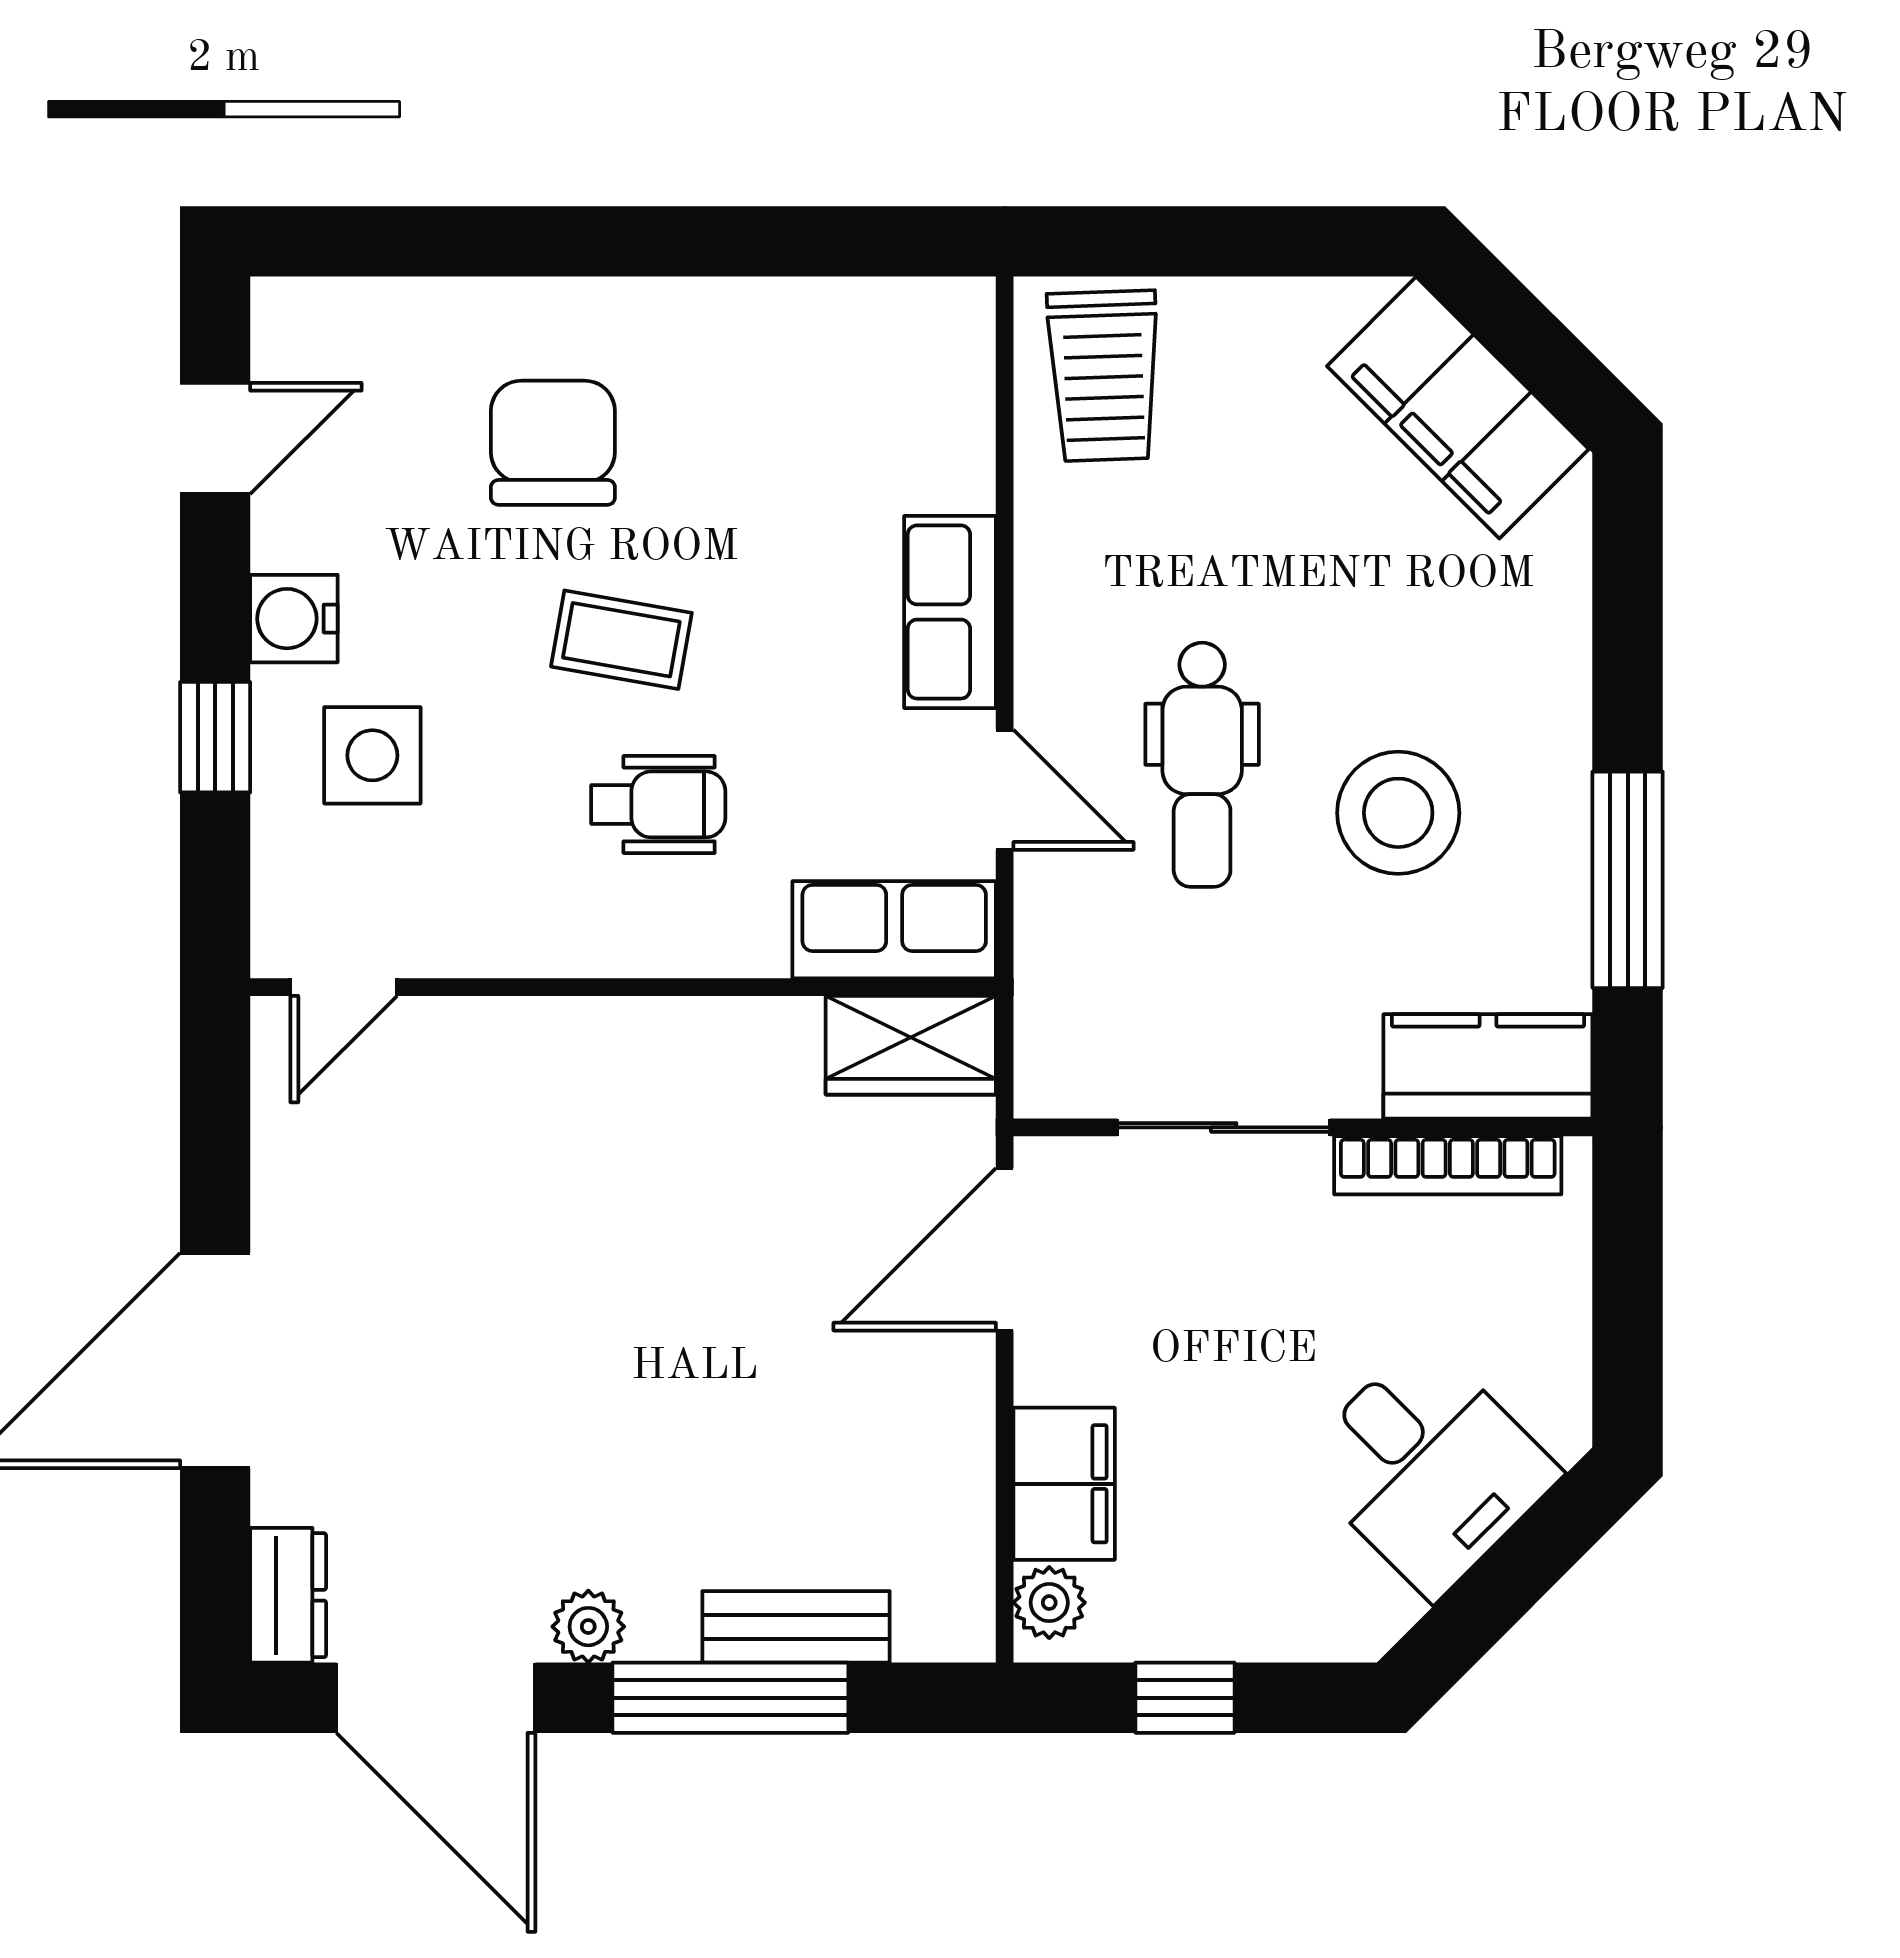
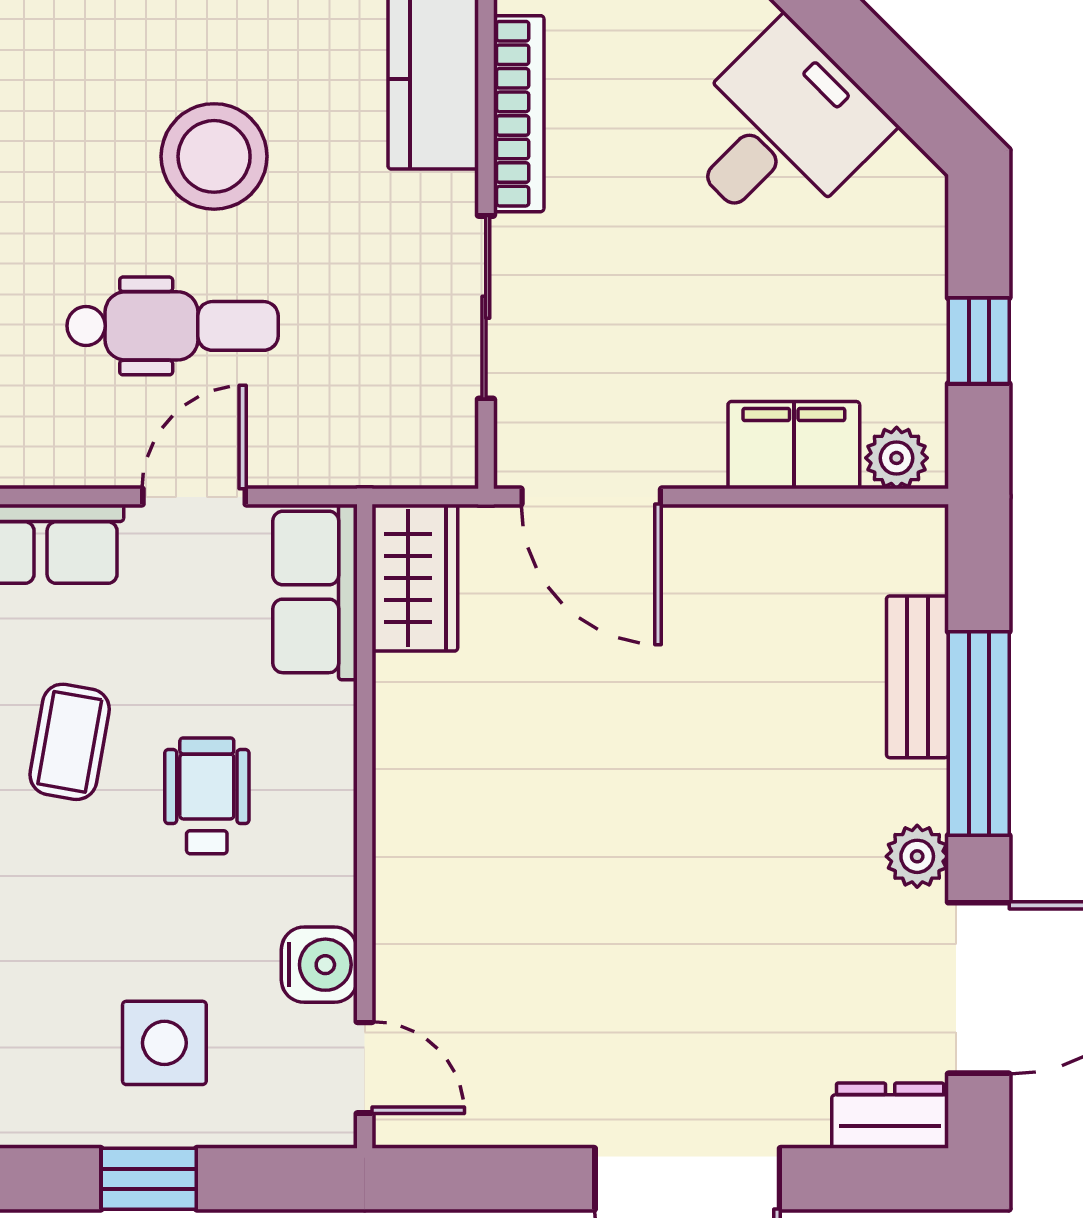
water cooler: (294, 619) -> (319, 965), moved, turned -90
coffee table: (621, 640) -> (70, 742), moved

